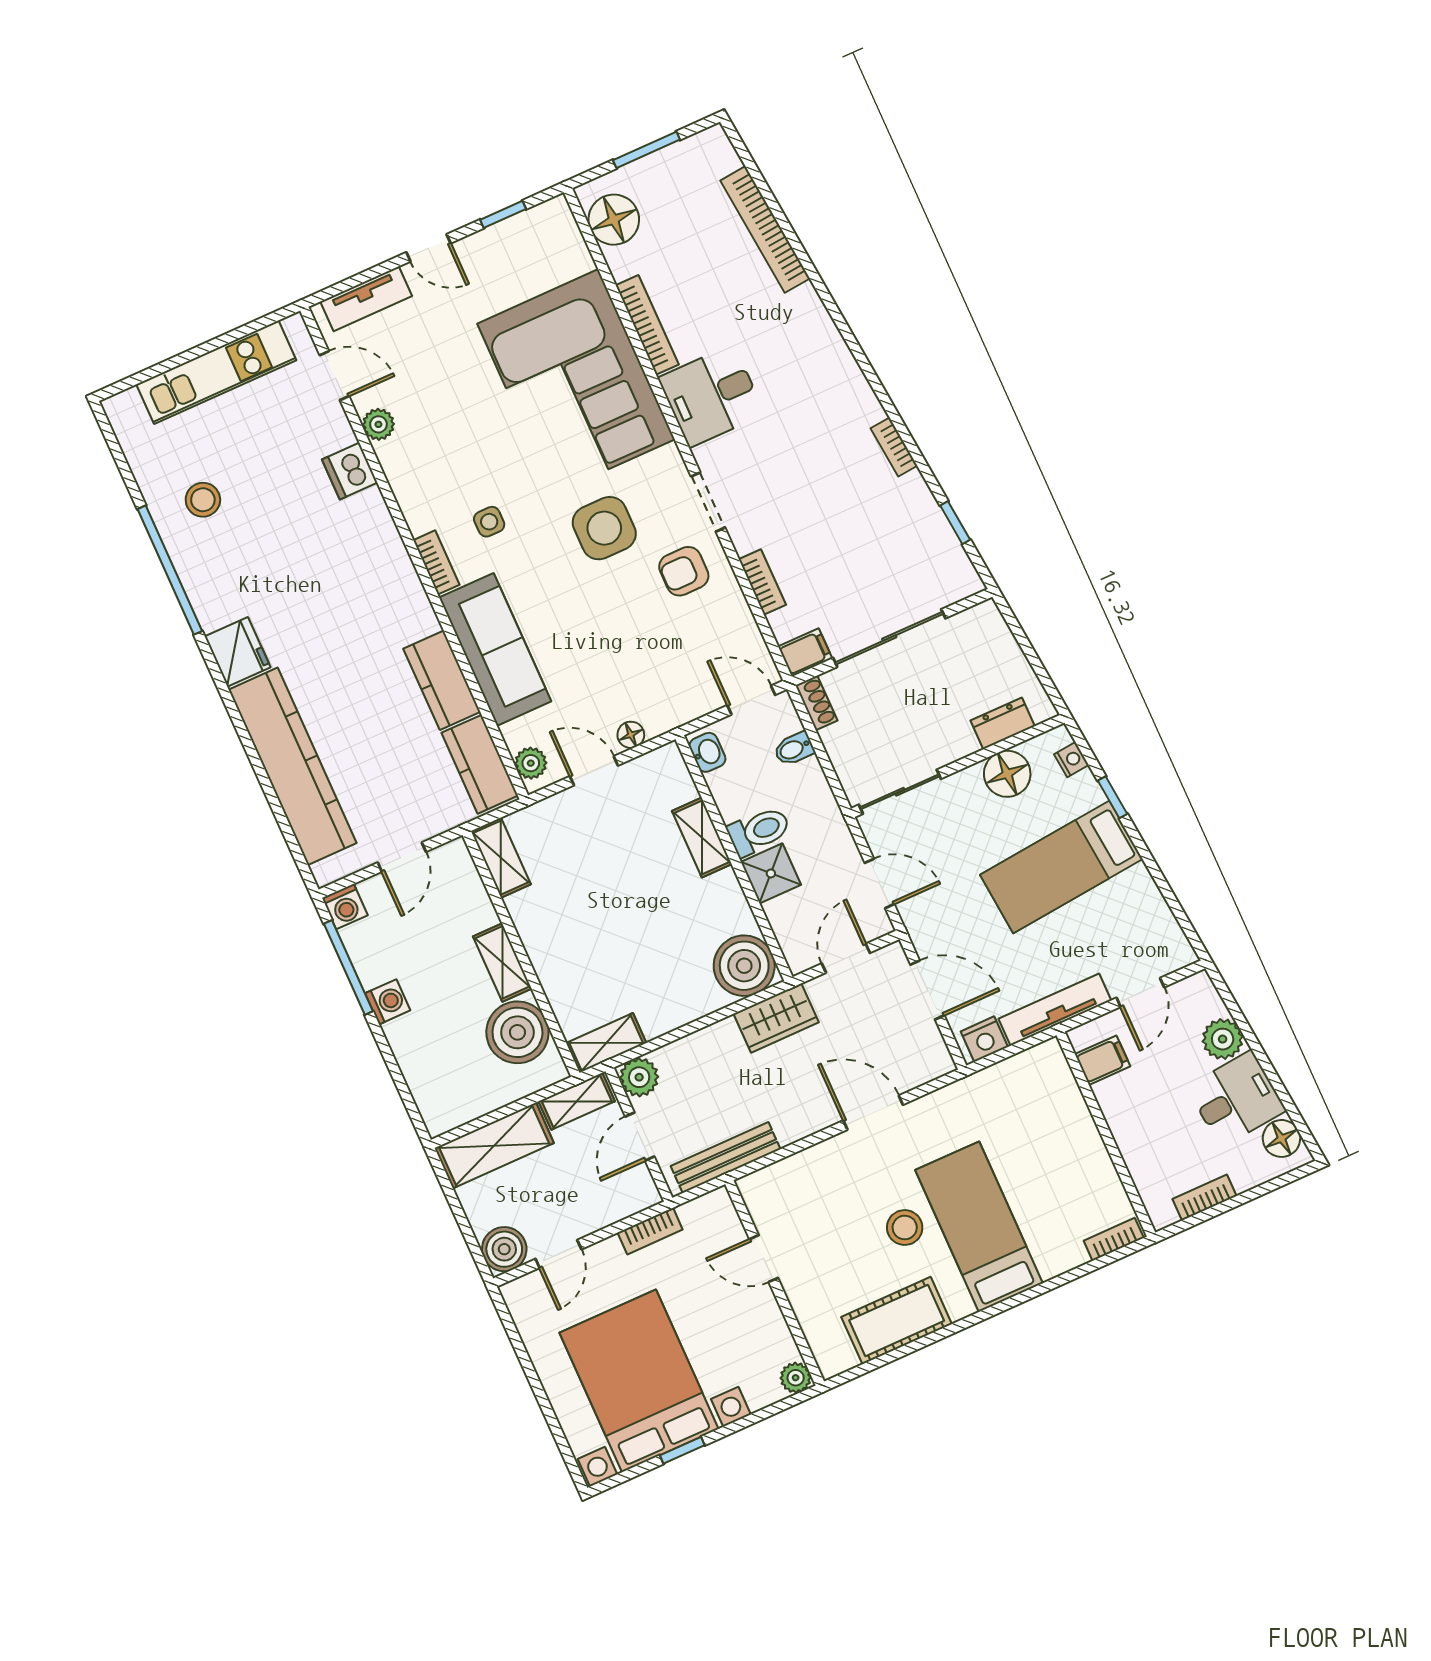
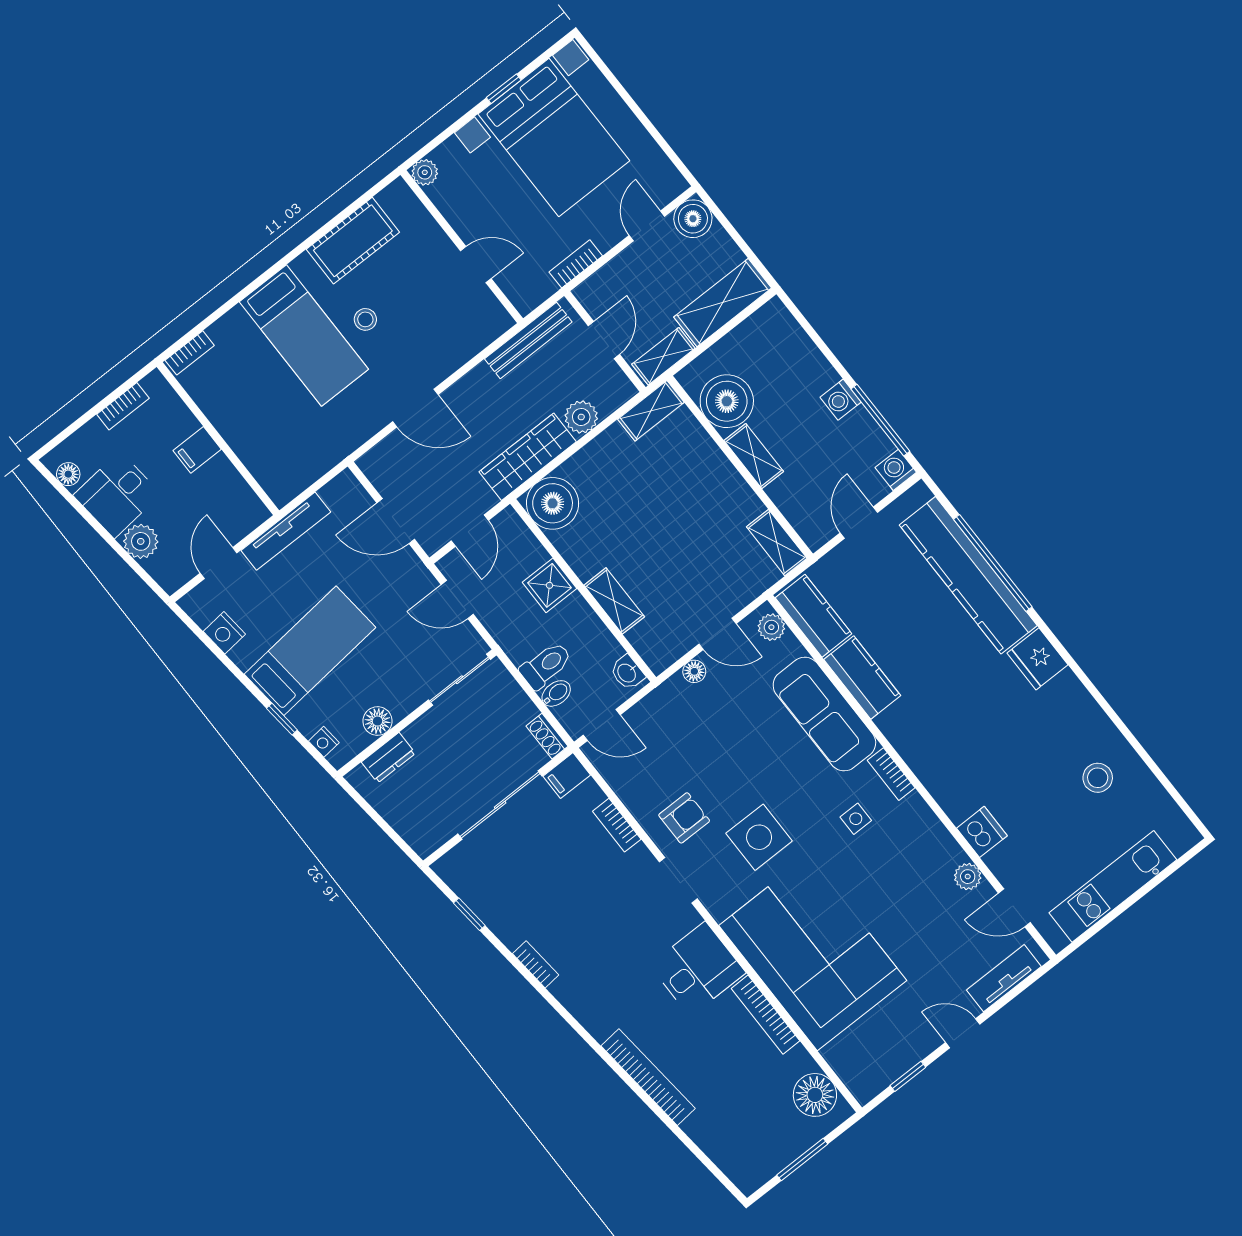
bookcase: (765, 229) -> (648, 1077), moved
window: (170, 570) -> (993, 563), moved
floor lamp: (1007, 774) -> (377, 721), width x0.73, depth x0.73
toilet: (759, 831) -> (546, 665), moved, turned 180
wardrobe: (776, 1018) -> (528, 457), width x1.50
nightstand: (984, 1039) -> (224, 633), moved, turned -96
filing cabinet: (1103, 1060) -> (197, 450), moved
plant: (639, 1077) -> (581, 417), moved
floor lamp: (1281, 1138) -> (68, 474), width x0.73, depth x0.73
stool: (905, 1228) -> (365, 319), width x0.73, depth x0.73

